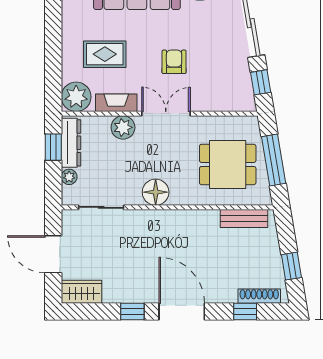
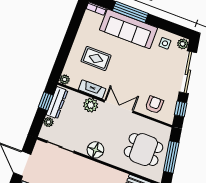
armchair: (174, 62) -> (154, 105), moved
plant: (76, 97) -> (65, 79), width x0.53, depth x0.53

